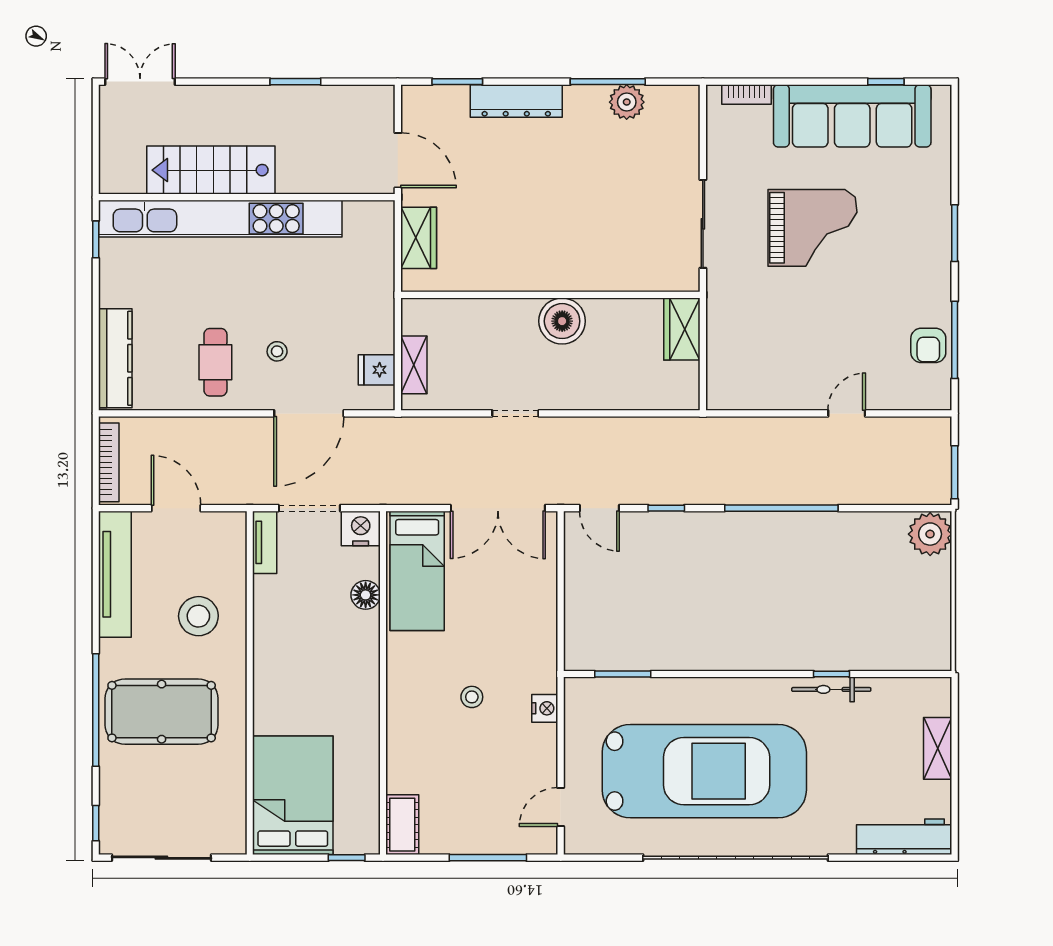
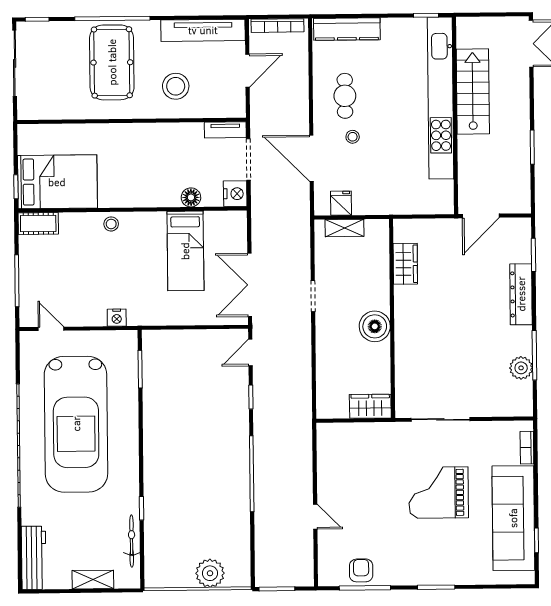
grand piano: (813, 228) -> (439, 493), turned 90
wardrobe: (419, 238) -> (405, 264), moved, turned -90
armchair: (928, 345) -> (361, 570), turned 90
cafe table: (215, 362) -> (345, 96), turned 90
plant: (930, 534) -> (210, 573), moved
bed: (417, 571) -> (185, 251), moved, turned -90
bicycle: (831, 689) -> (132, 541), moved
stool: (472, 697) -> (111, 224), moved
bed: (293, 795) -> (57, 182), moved

